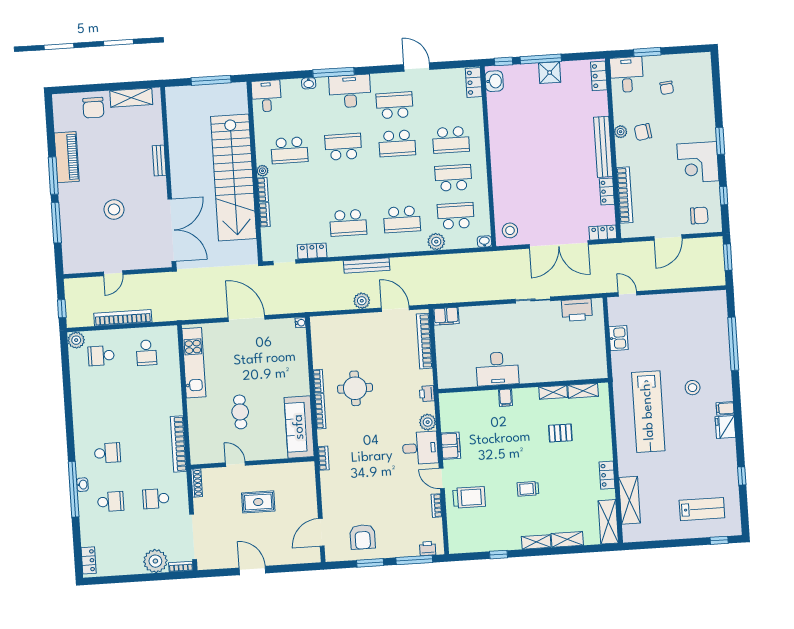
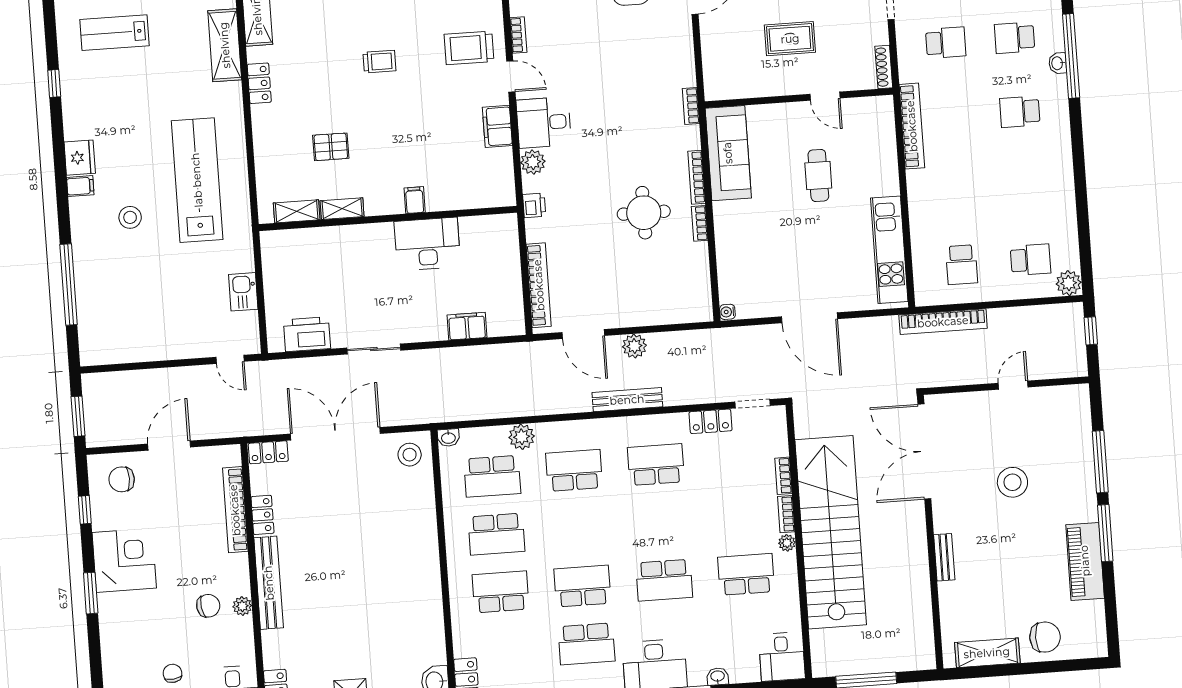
chair: (93, 108) -> (1045, 637), turned 90
filing cabinet: (446, 316) -> (467, 326), moved
bookcase: (123, 318) -> (943, 322), moved
school desk: (146, 353) -> (962, 265), turned 180

